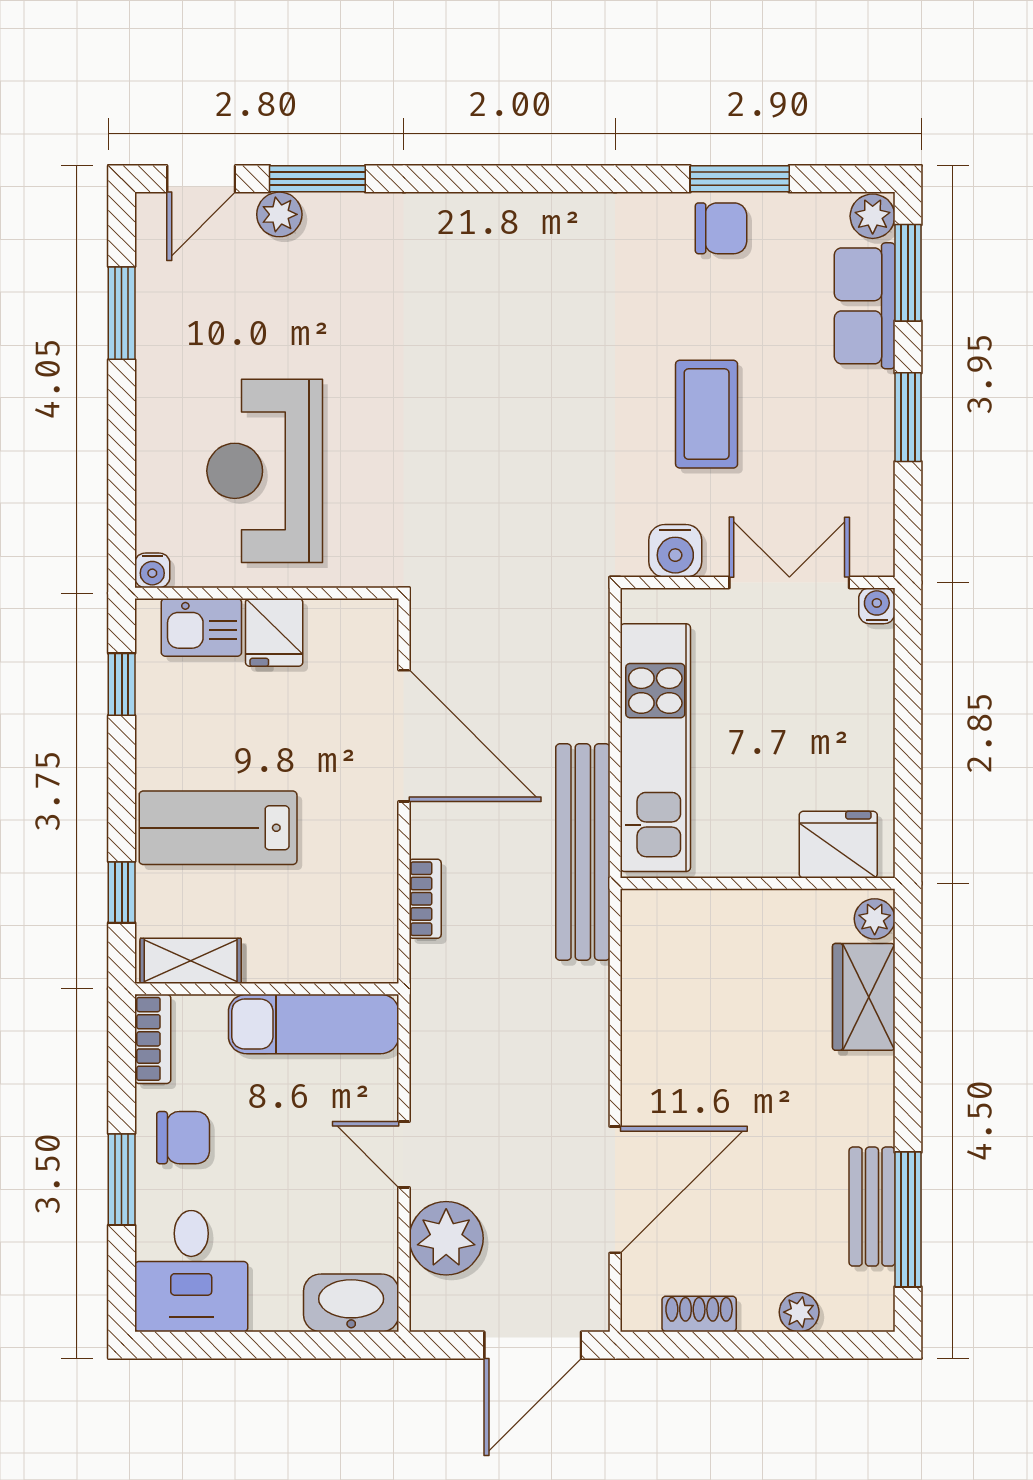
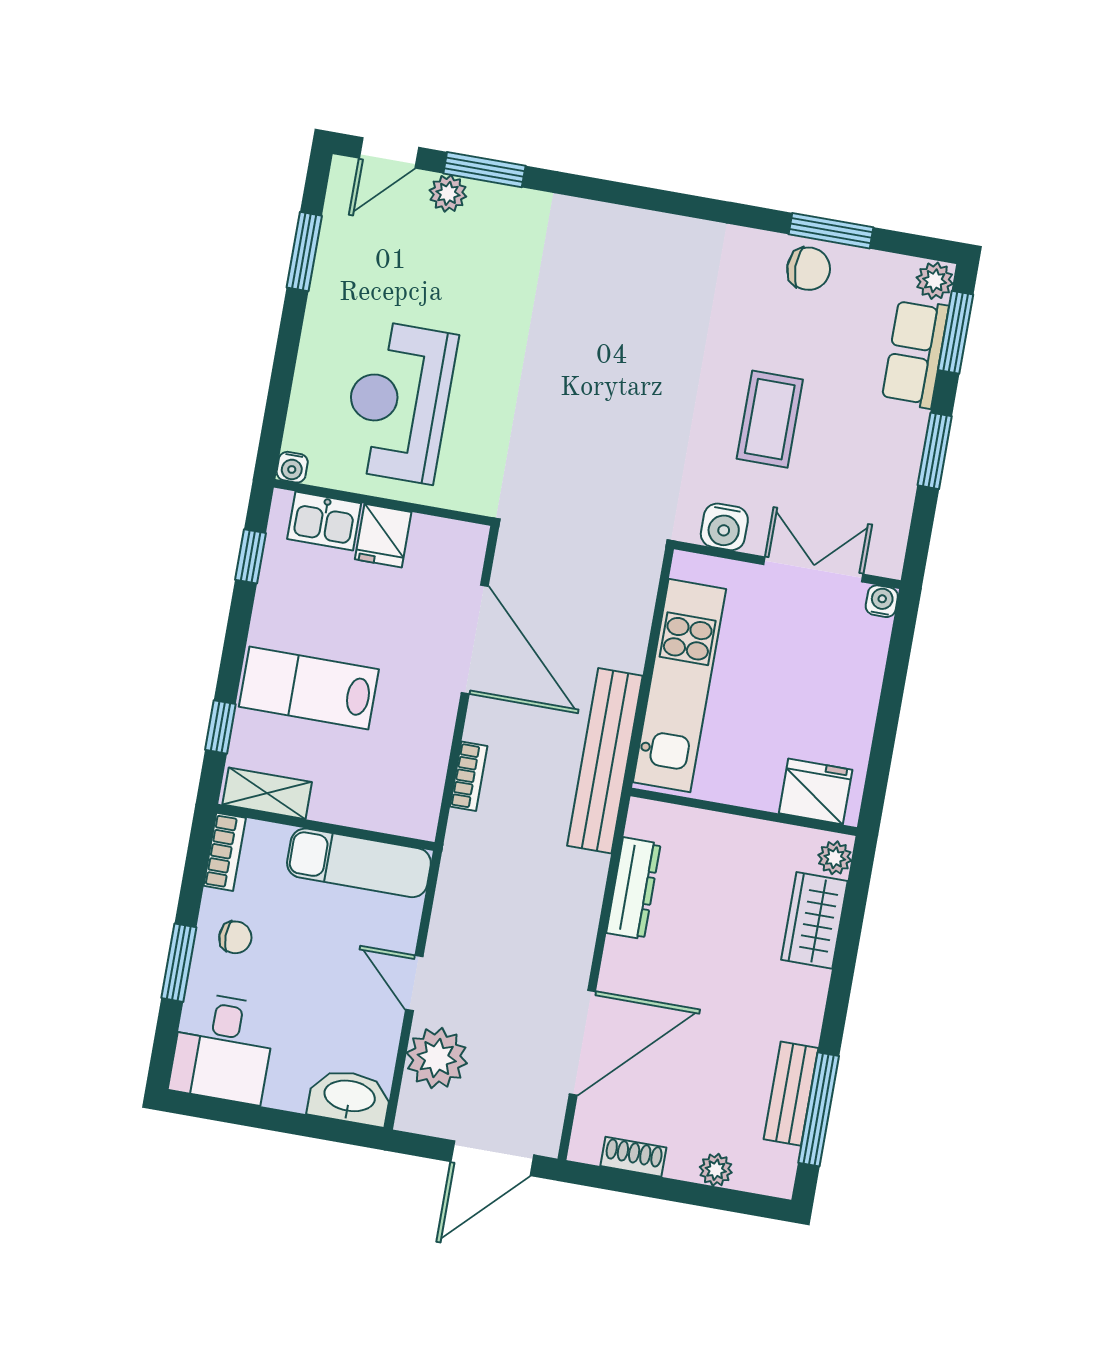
dresser: (643, 997) -> (633, 888), added
chair: (183, 1138) -> (235, 937), width x0.73, depth x0.73

